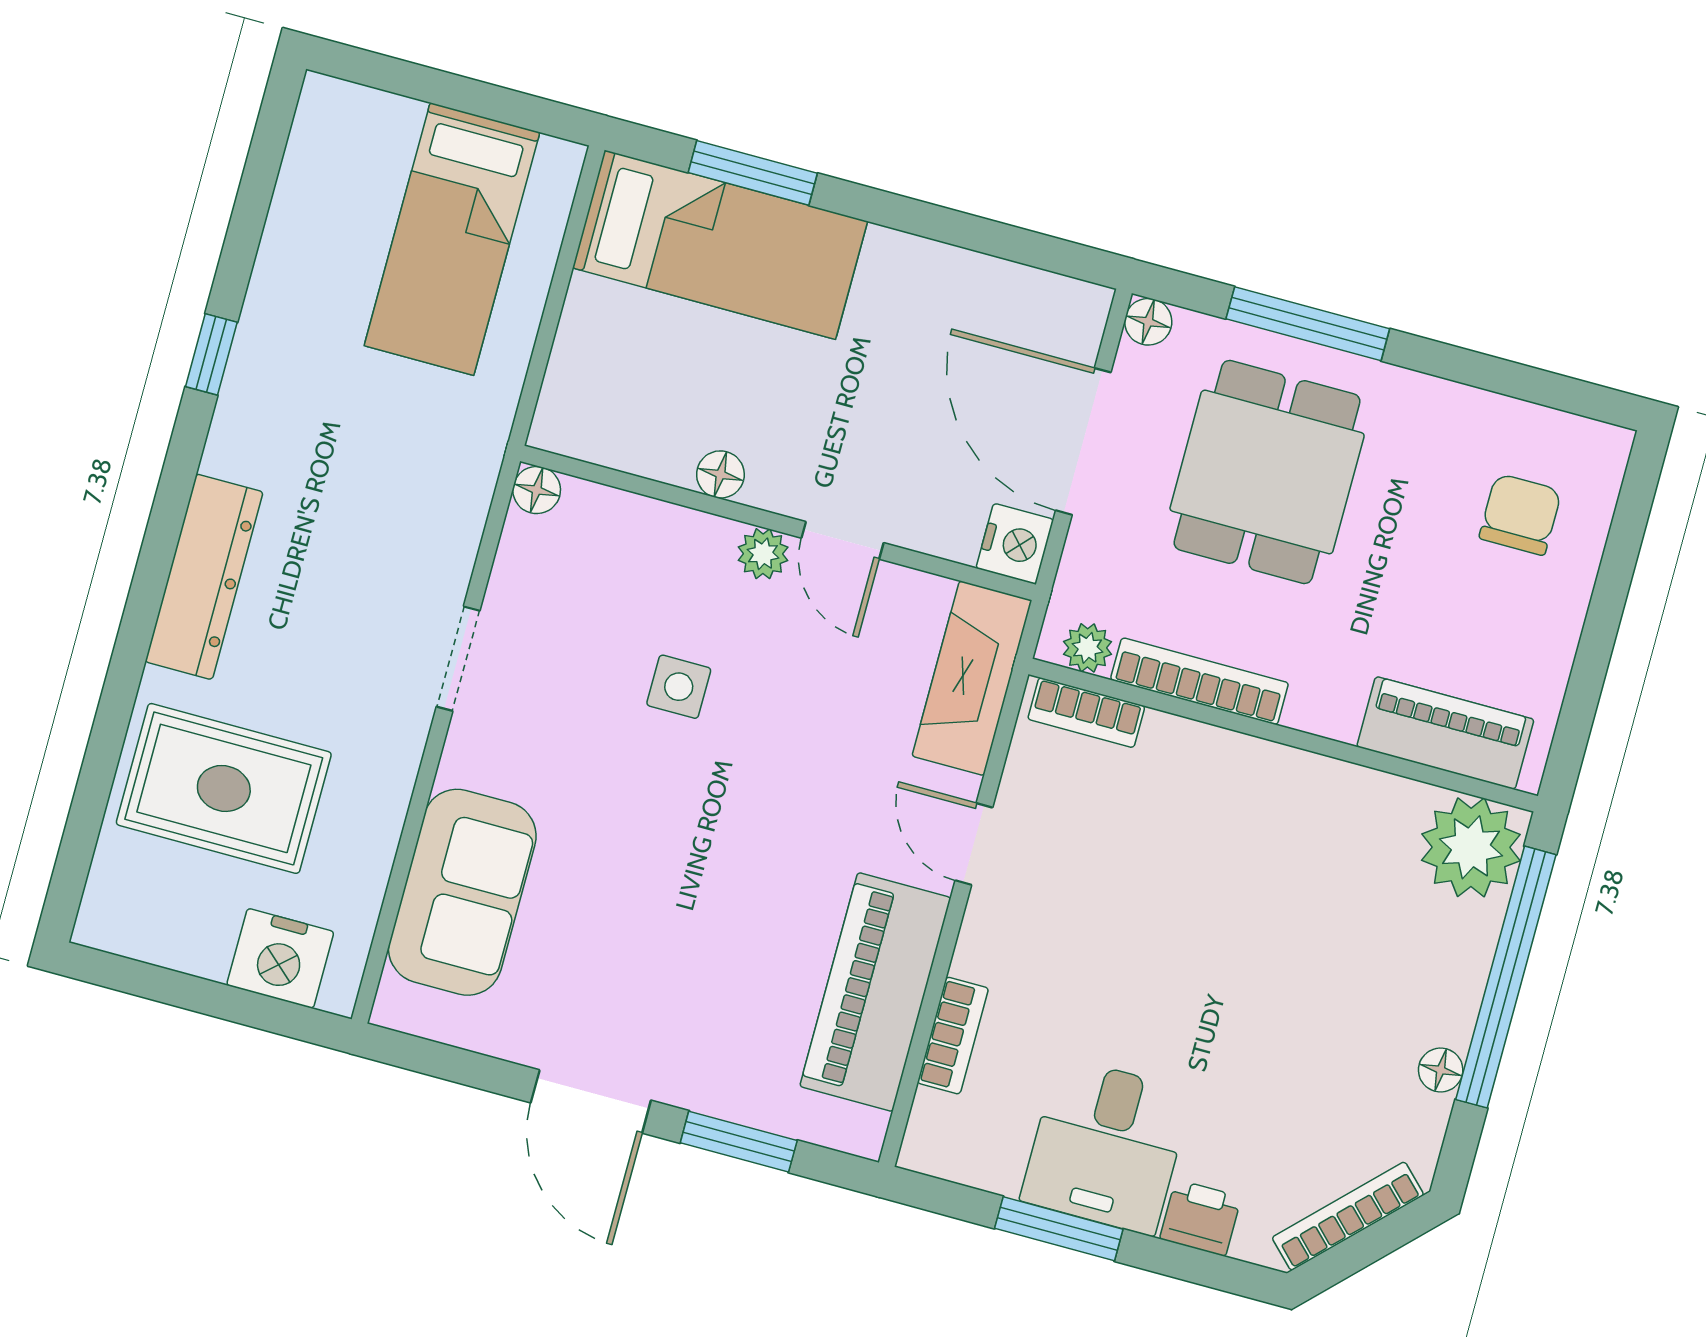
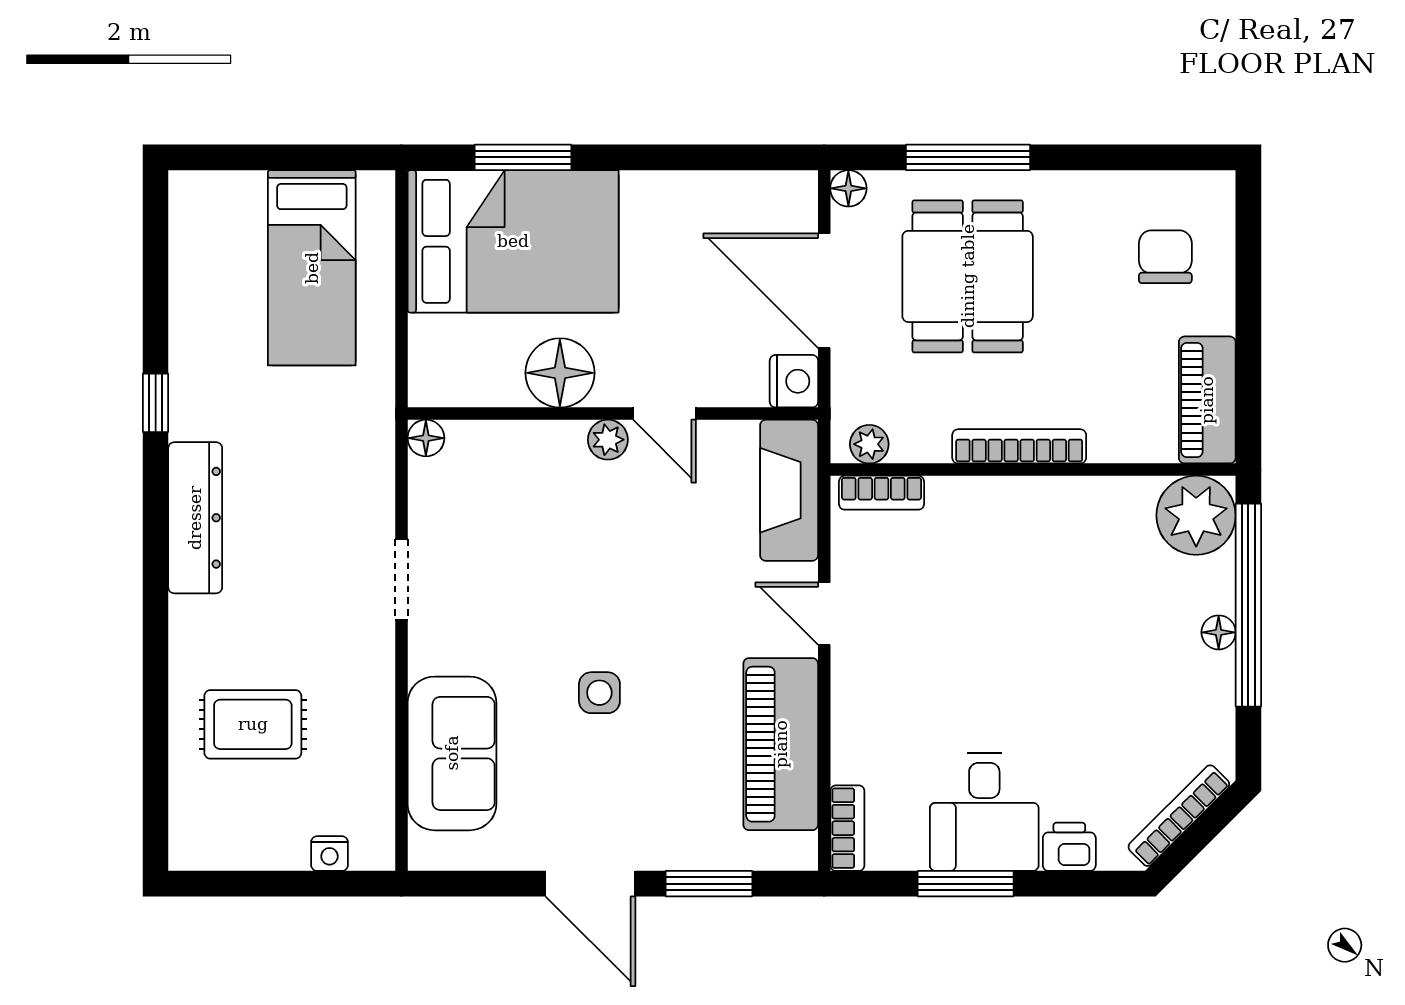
bed: (720, 245) -> (513, 241), width x1.50
floor lamp: (720, 474) -> (560, 373), width x1.89, depth x1.89
dresser: (204, 577) -> (195, 518), moved
bookcase: (1199, 681) -> (1019, 446), moved
side table: (679, 687) -> (599, 693), moved
piano: (1445, 733) -> (1207, 400), moved, turned -90
rug: (224, 788) -> (253, 724), width x0.73, depth x0.70
nightstand: (280, 958) -> (330, 854), width x0.53, depth x0.56
bookcase: (953, 1036) -> (847, 828), moved
floor lamp: (1441, 1070) -> (1219, 632), moved

